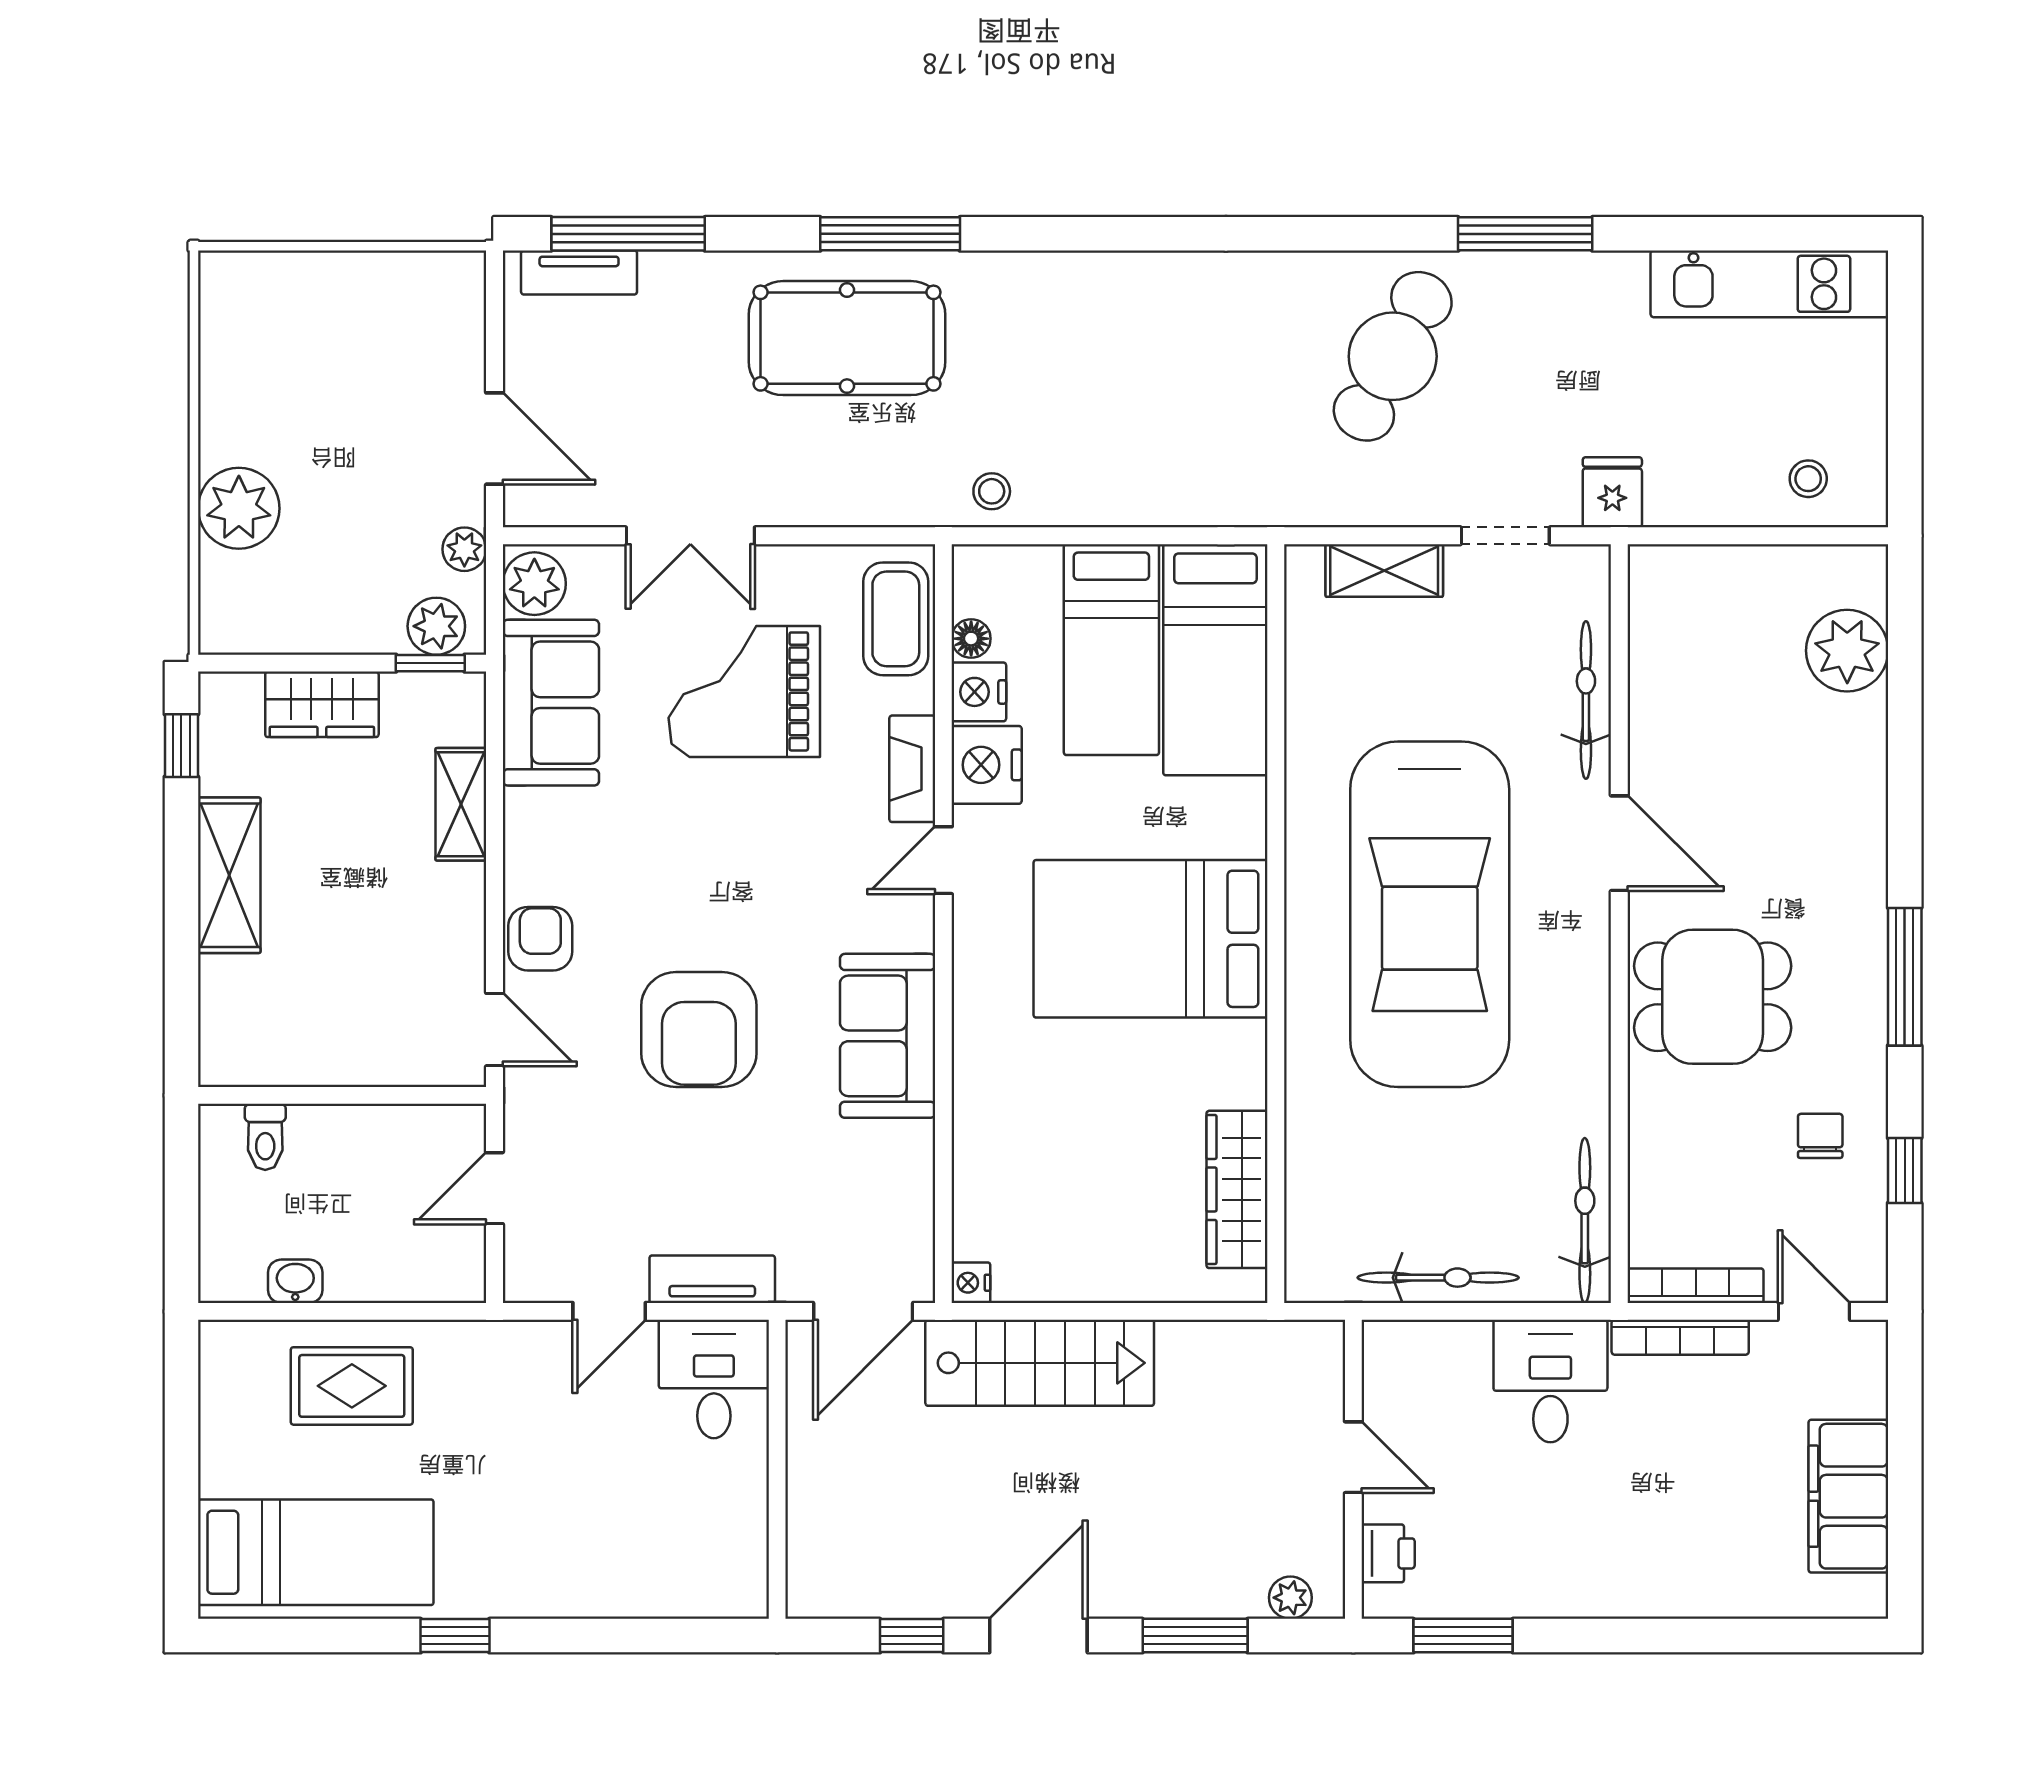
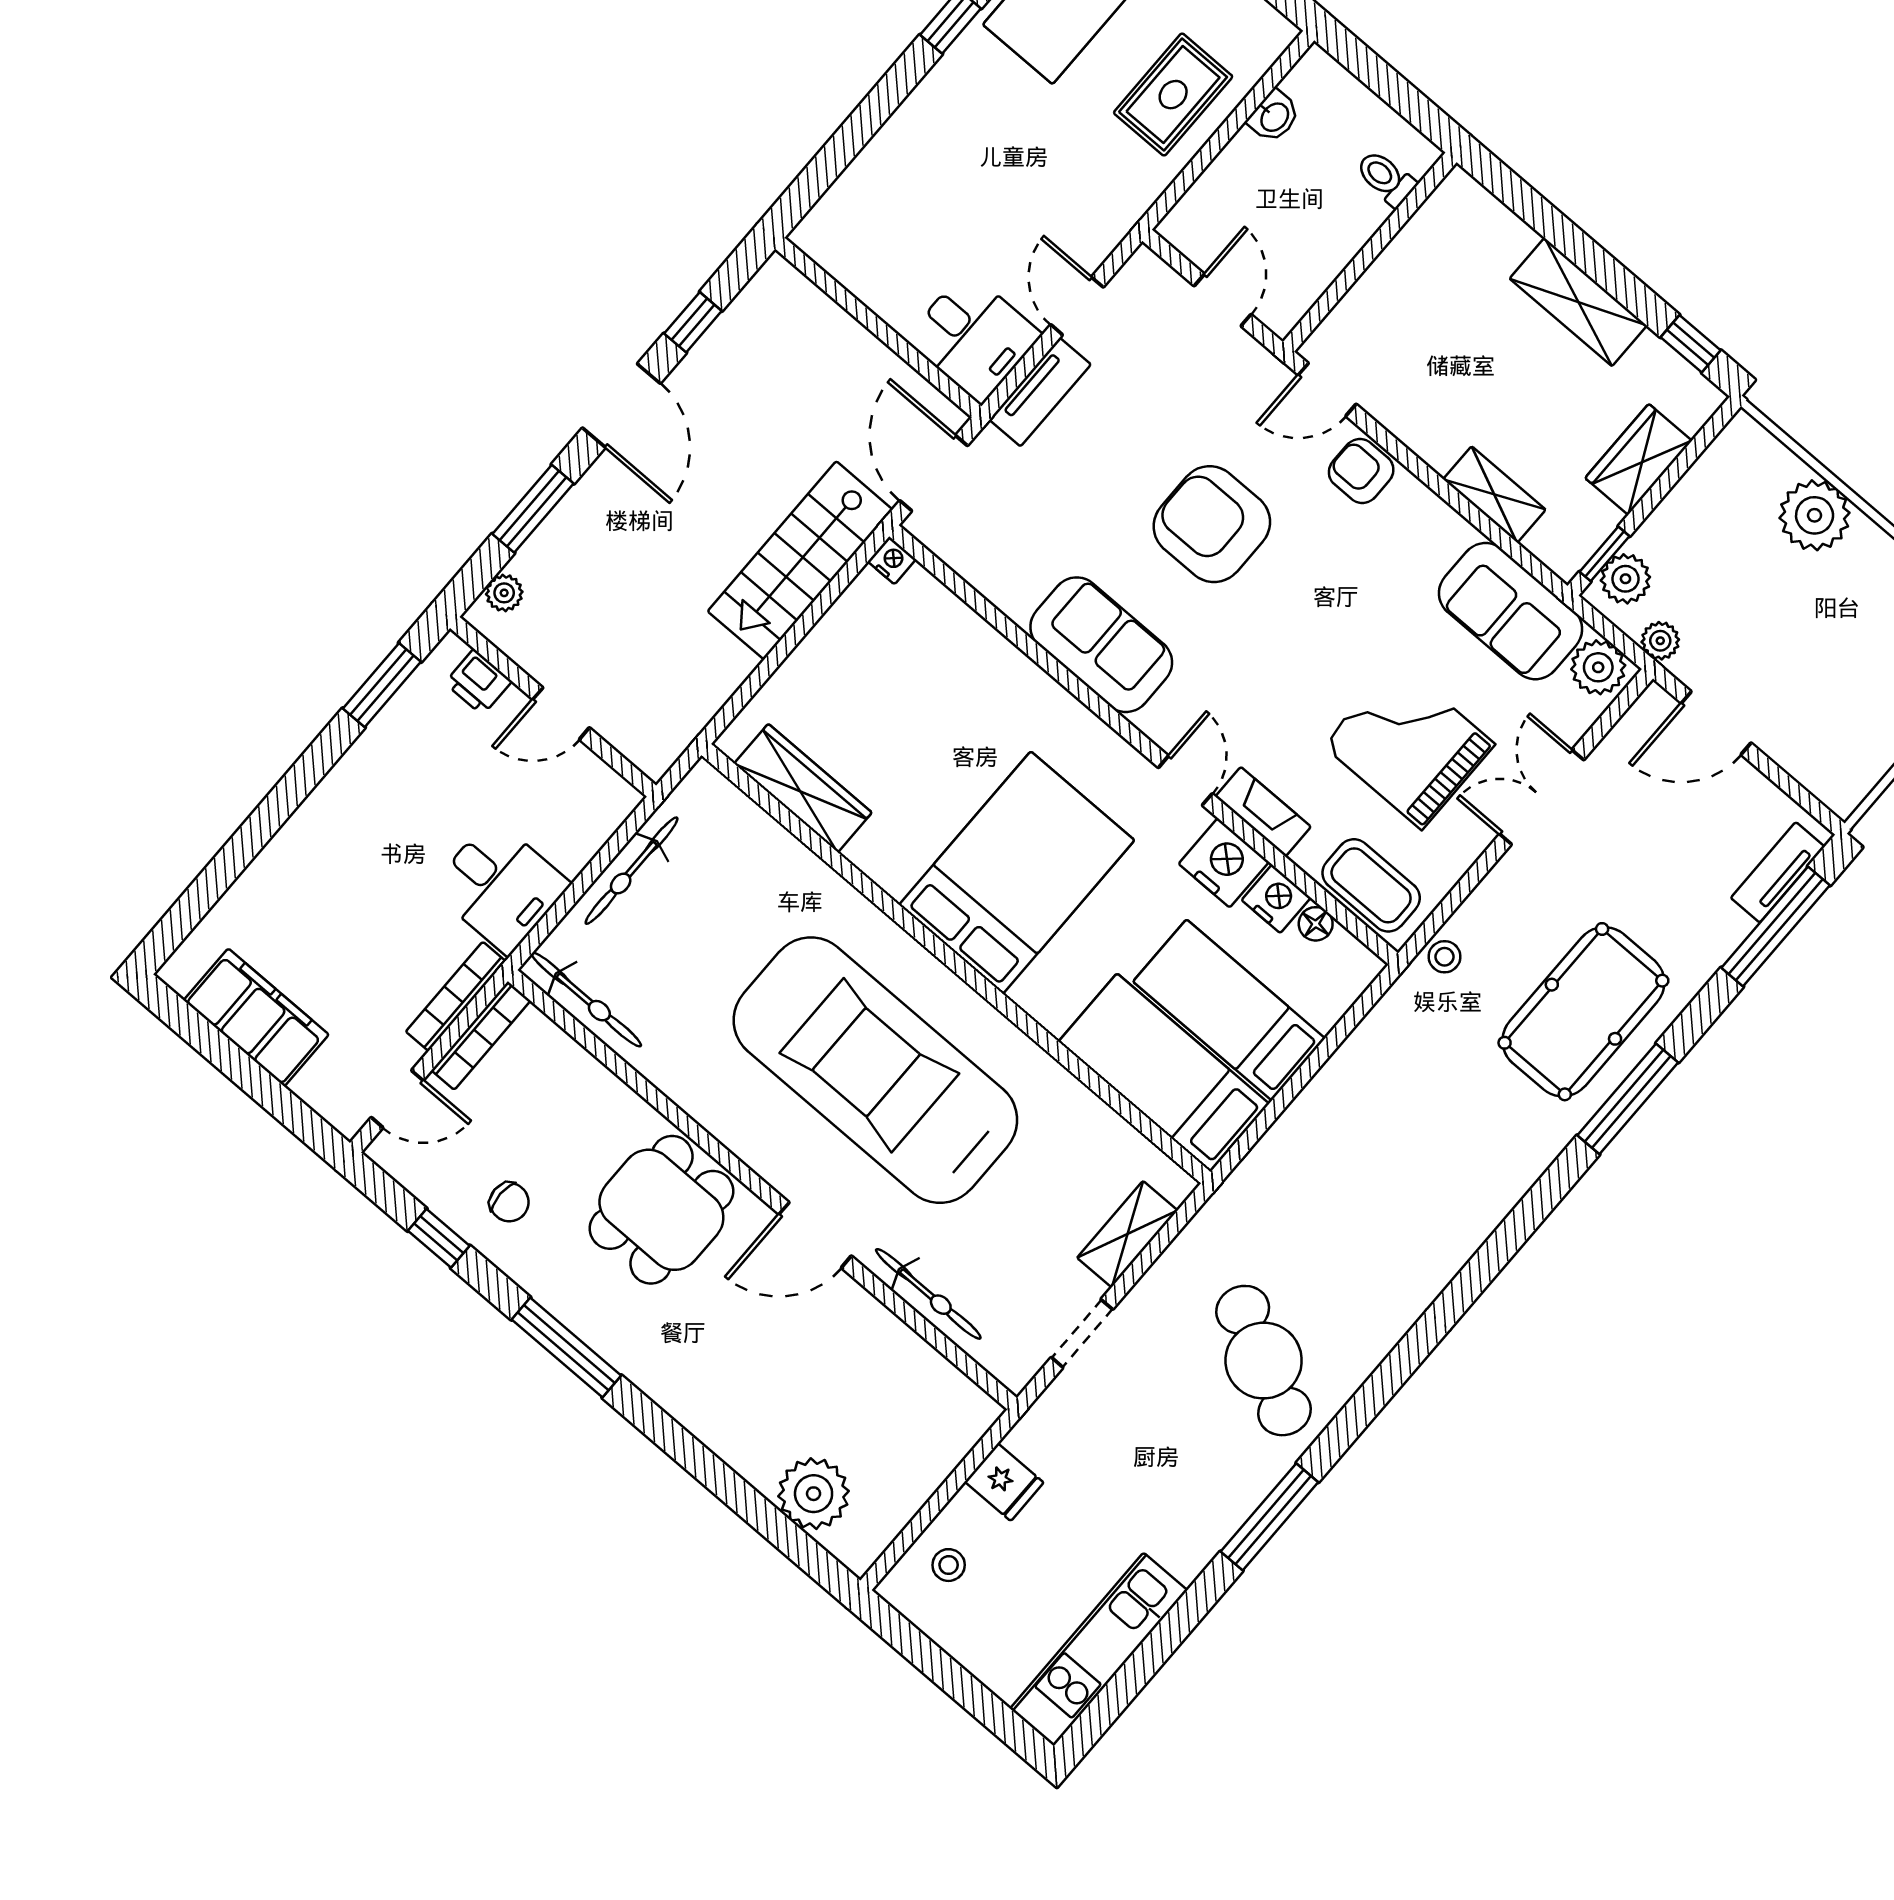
stool: (992, 491) -> (1445, 957), moved
fridge: (1612, 492) -> (1004, 1482), moved
grand piano: (744, 691) -> (1409, 745), turned -90
armchair: (540, 939) -> (1361, 471), turned 180

